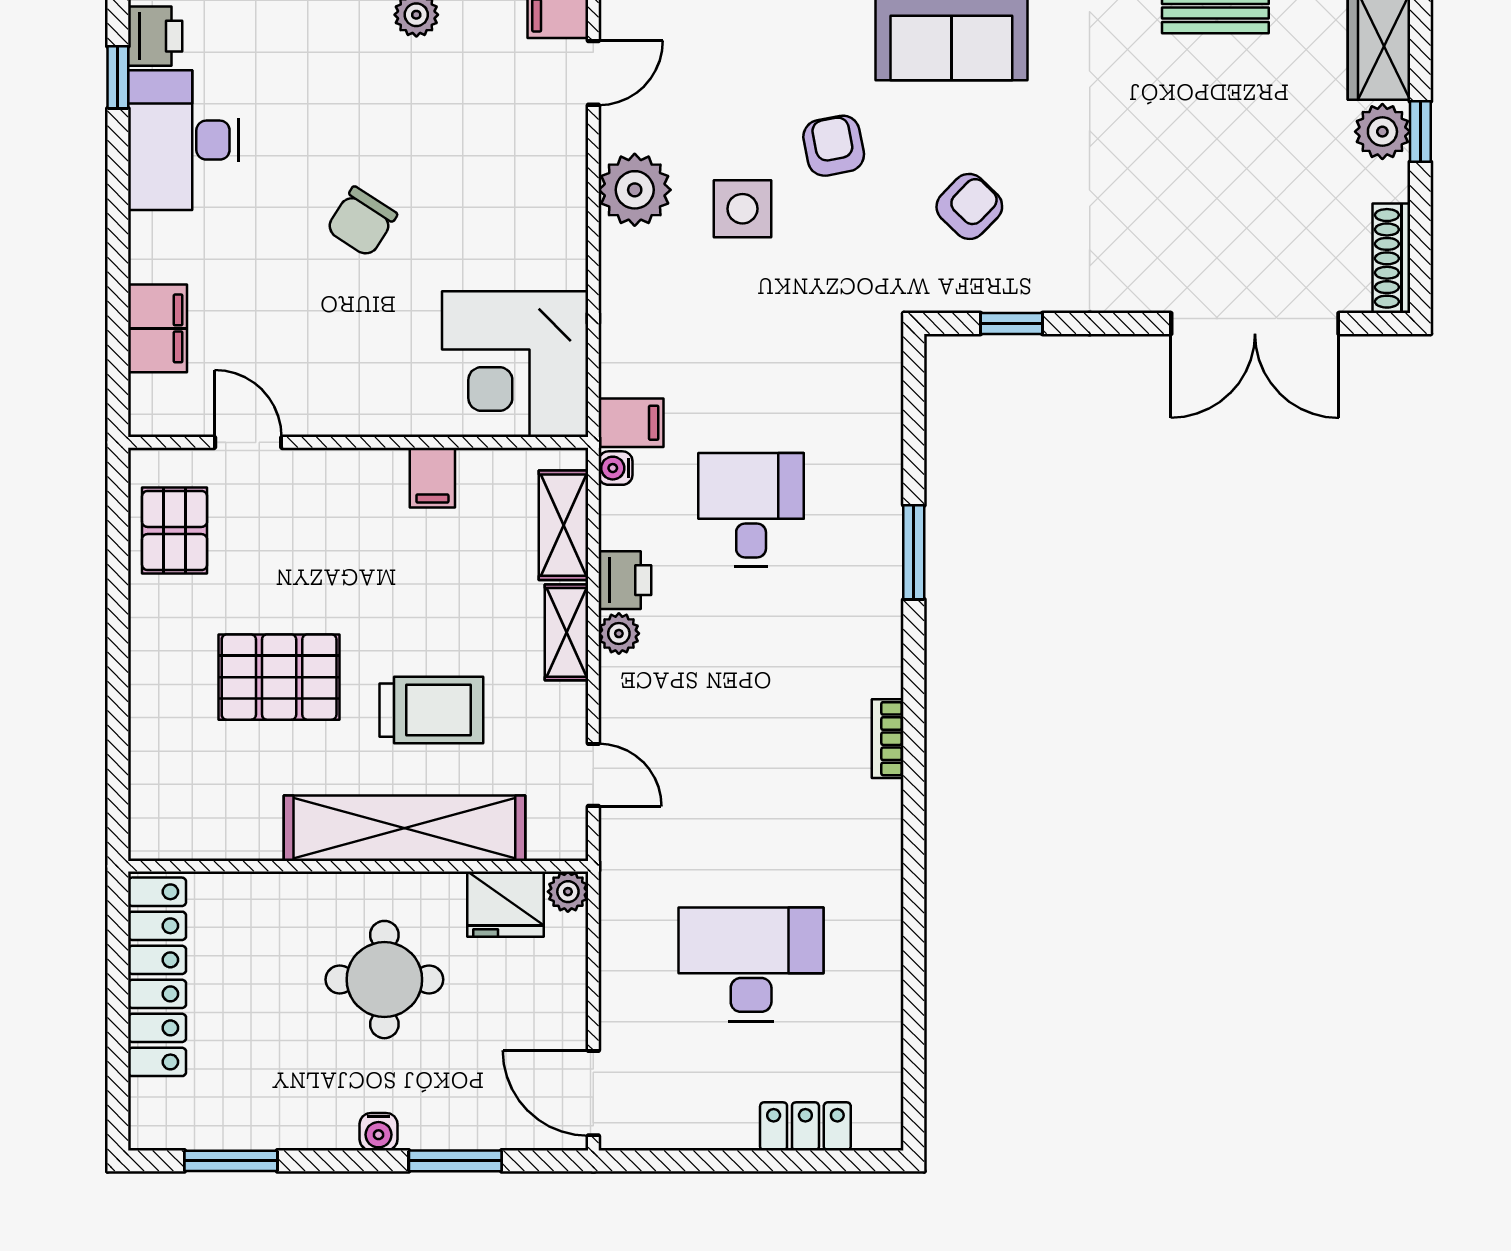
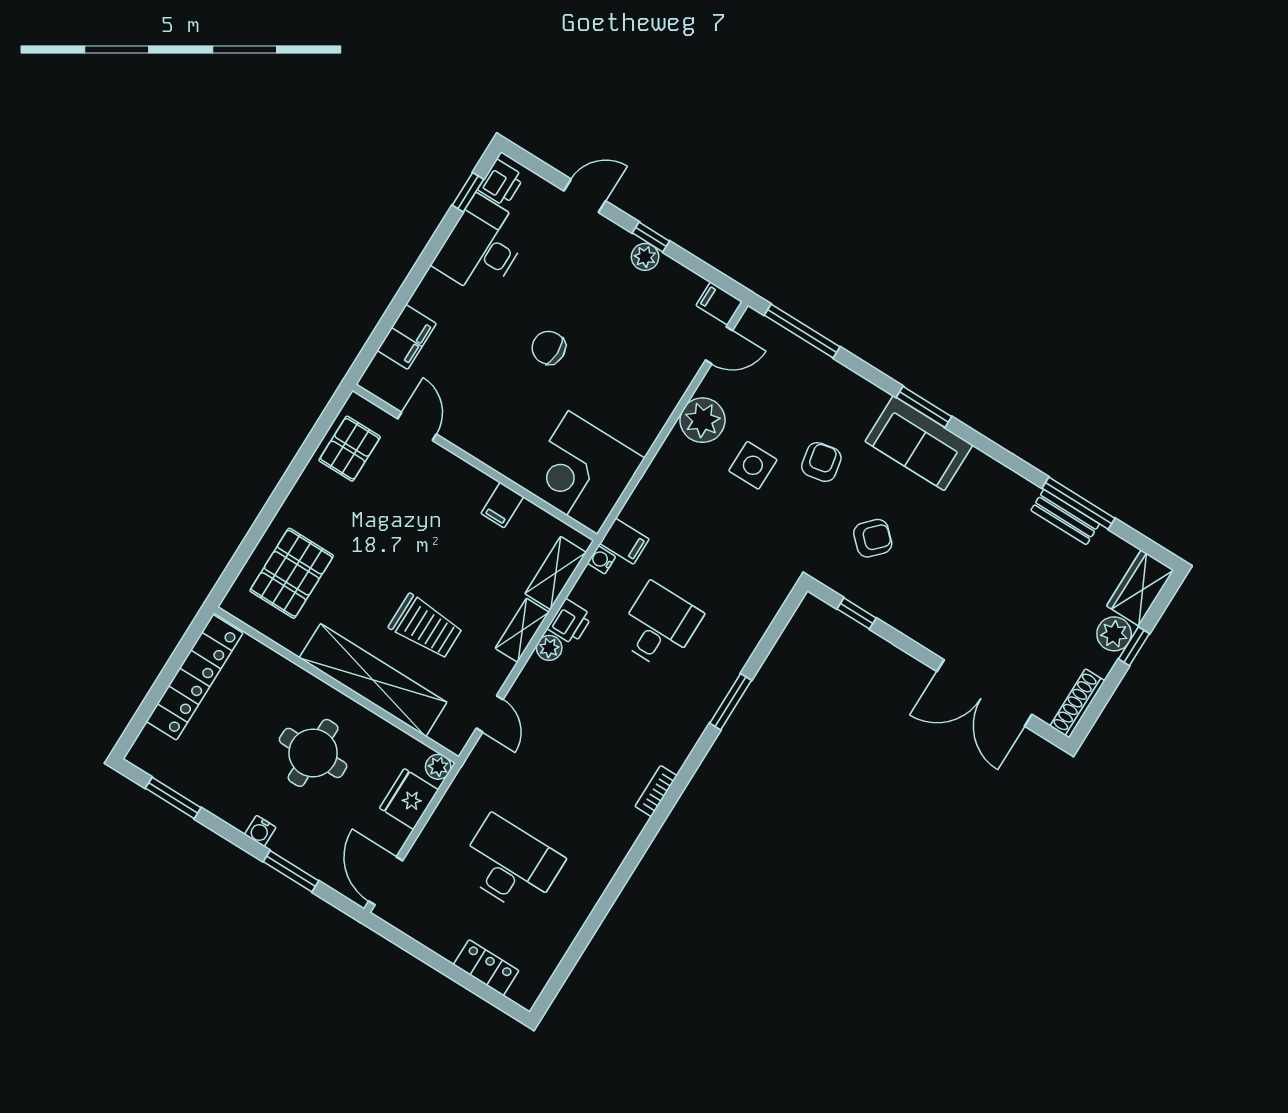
chair: (362, 222) -> (549, 348), turned 57
pallet: (279, 677) -> (292, 573), moved, turned 90
fridge: (505, 904) -> (409, 799), moved, turned 90

